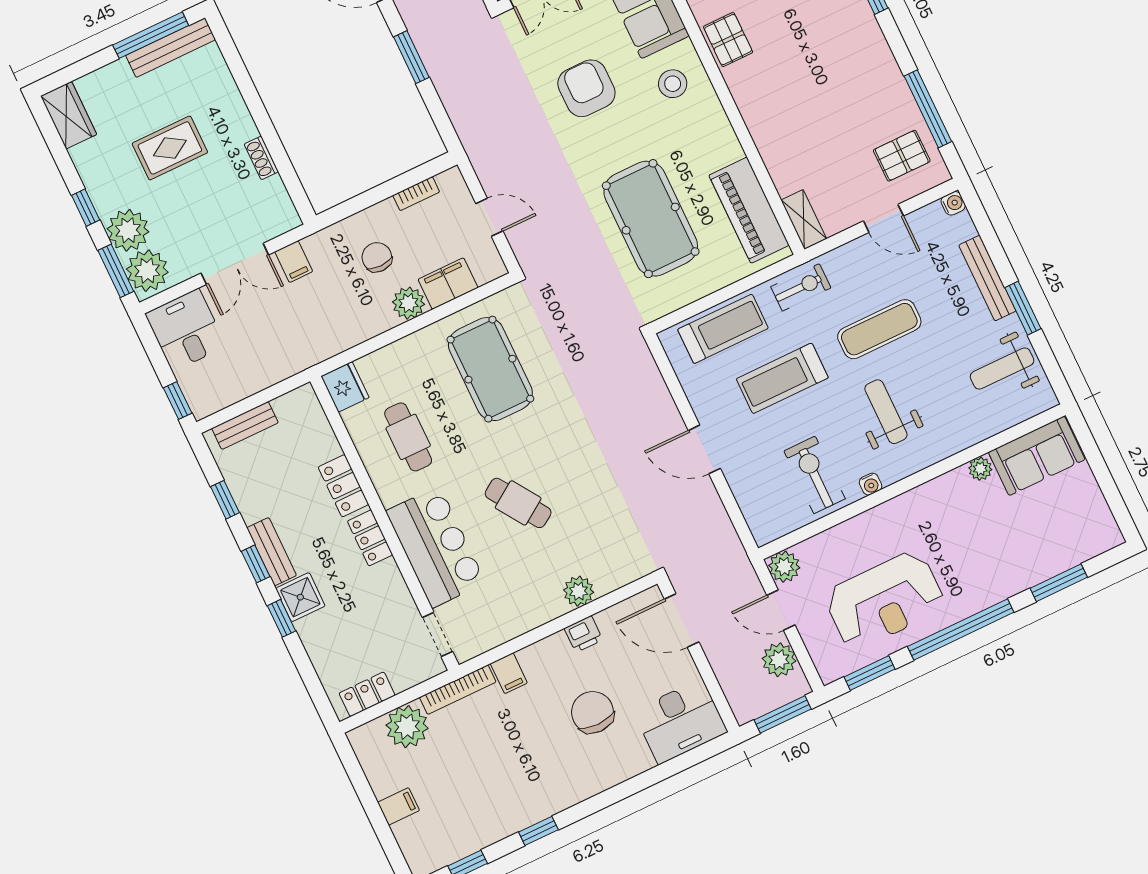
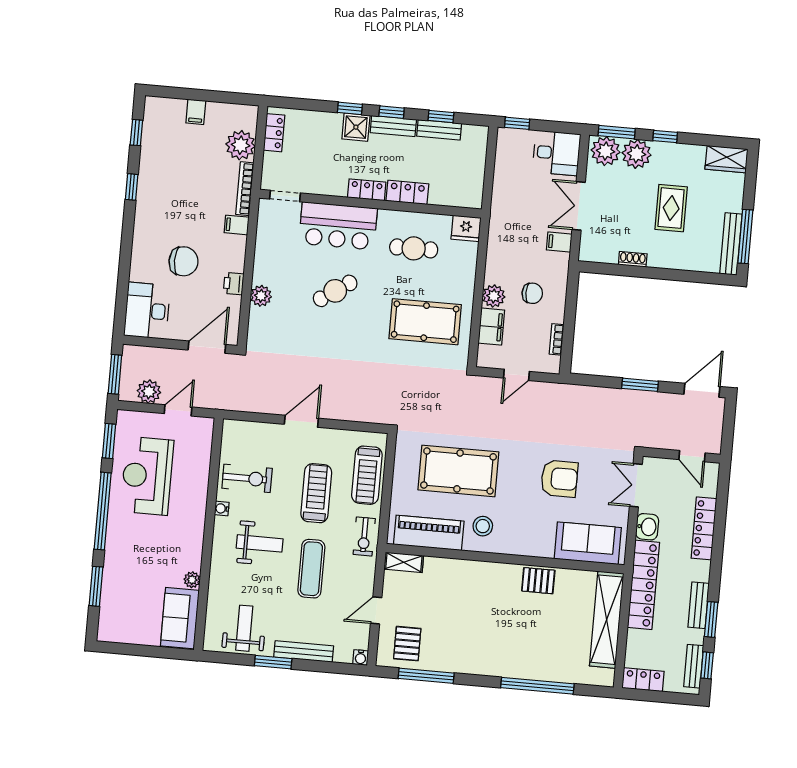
stool: (673, 84) -> (483, 526), moved
bench: (245, 425) -> (439, 130), moved, turned 90
plant: (784, 567) -> (203, 428), removed

